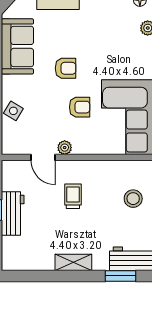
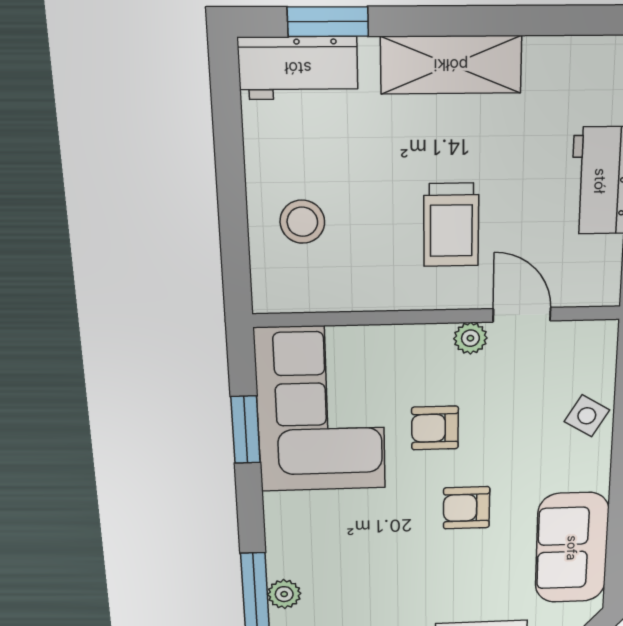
trolley: (73, 196) -> (451, 225), width x1.36, depth x1.39
shelving: (73, 262) -> (451, 65), width x1.50, depth x1.33

